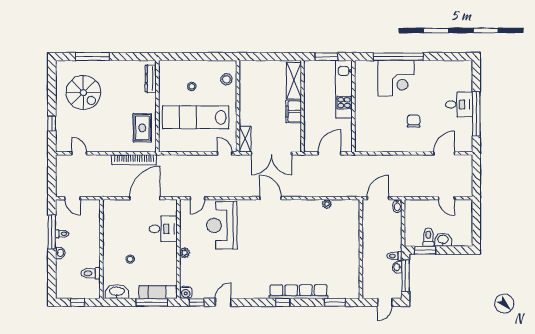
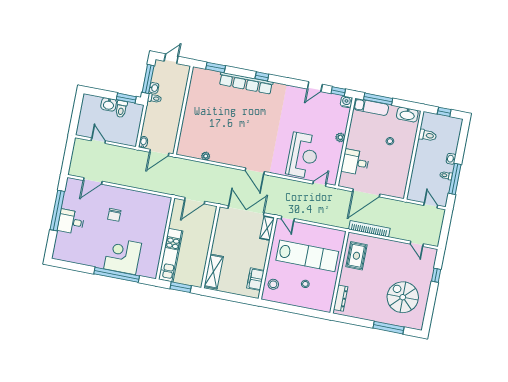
filing cabinet: (294, 111) -> (255, 279), moved, turned 180

